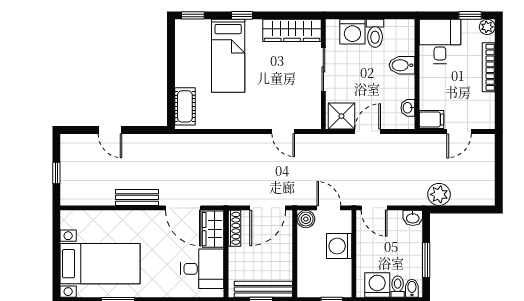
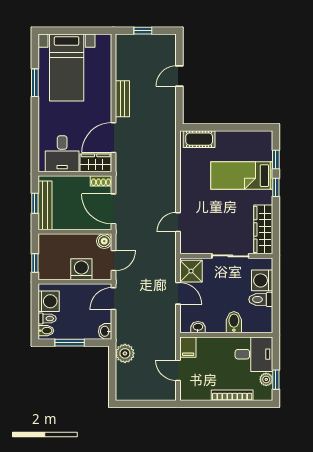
window: (193, 15) -> (276, 160), moved
plant: (487, 27) -> (266, 379), moved
shoe rack: (234, 228) -> (101, 181), width x0.70

